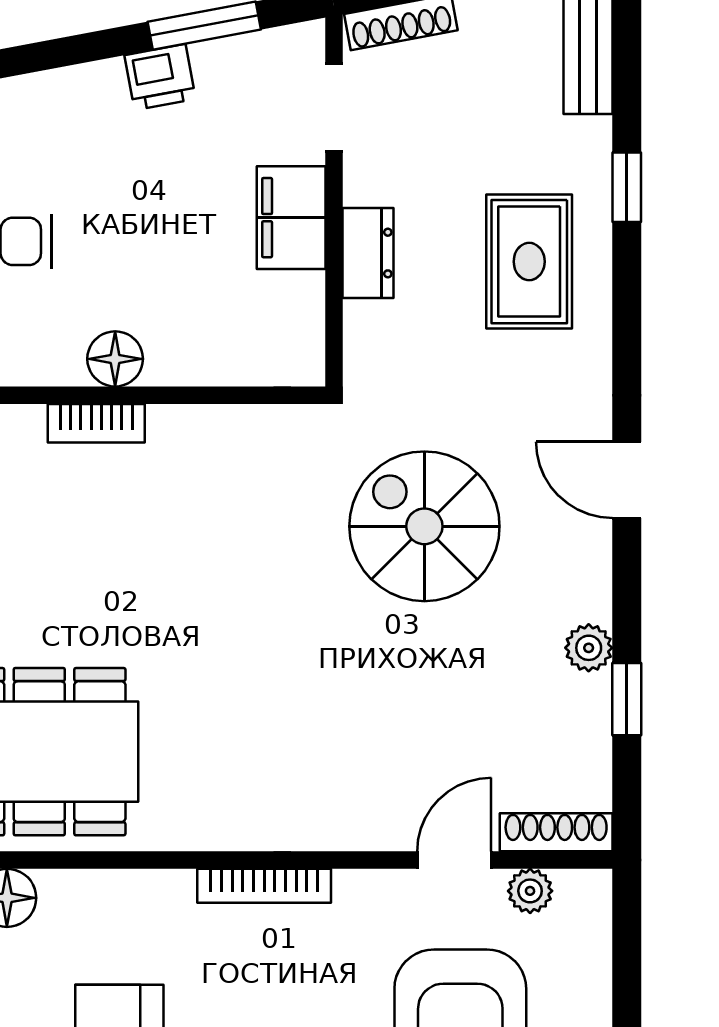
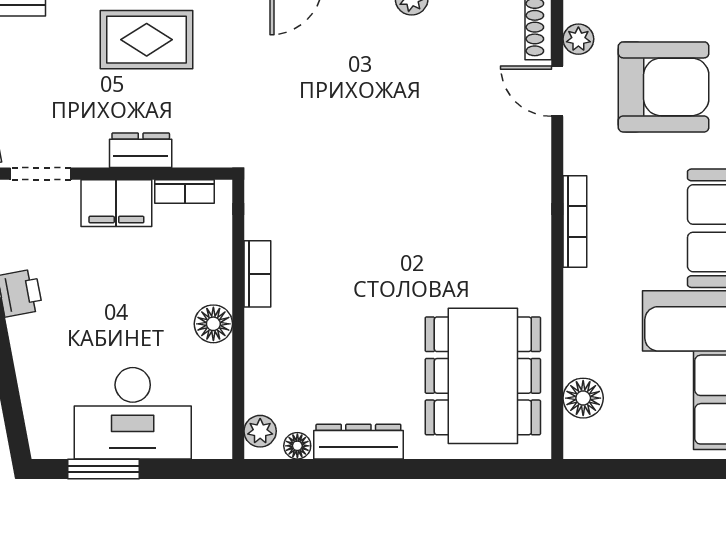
bookcase: (308, 317) -> (185, 191), added
bookcase: (96, 423) -> (257, 274), moved
spiral stairs: (424, 526) -> (328, 112), removed

